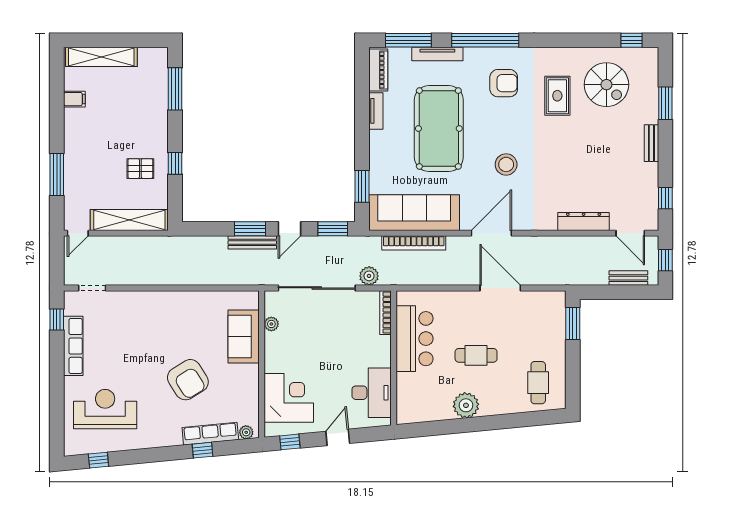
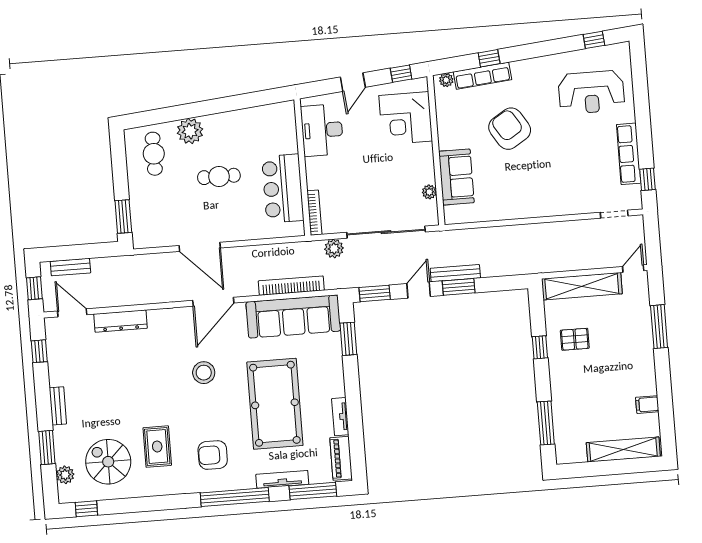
plant: (650, 75) -> (65, 475), added
plant: (466, 405) -> (190, 131), moved

